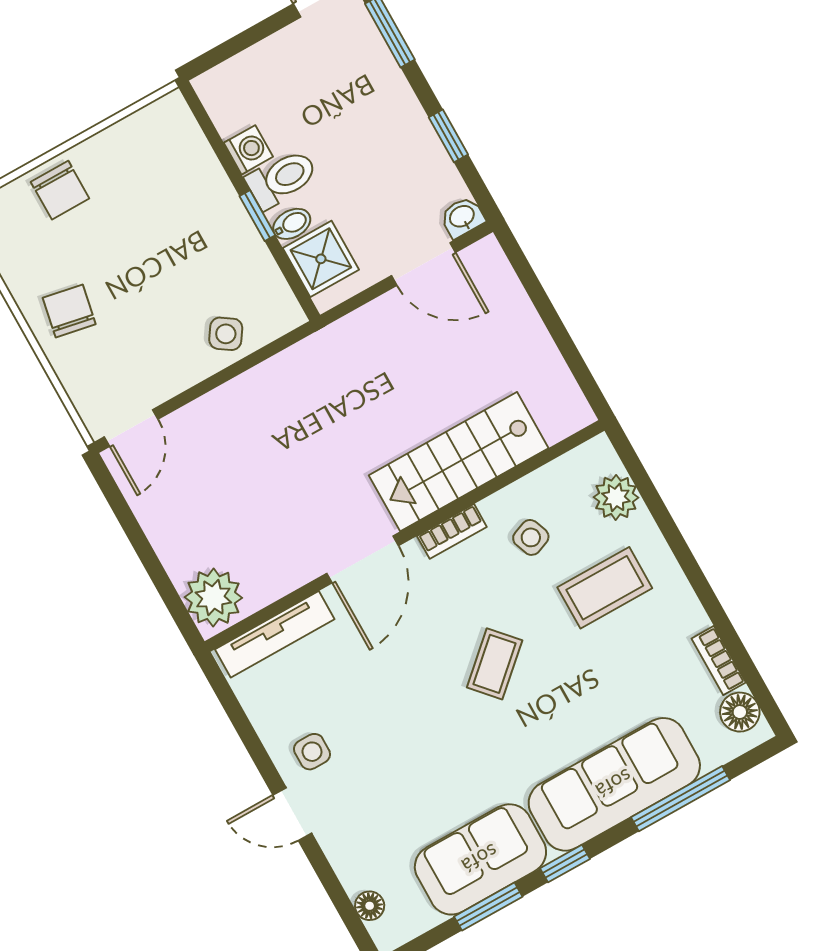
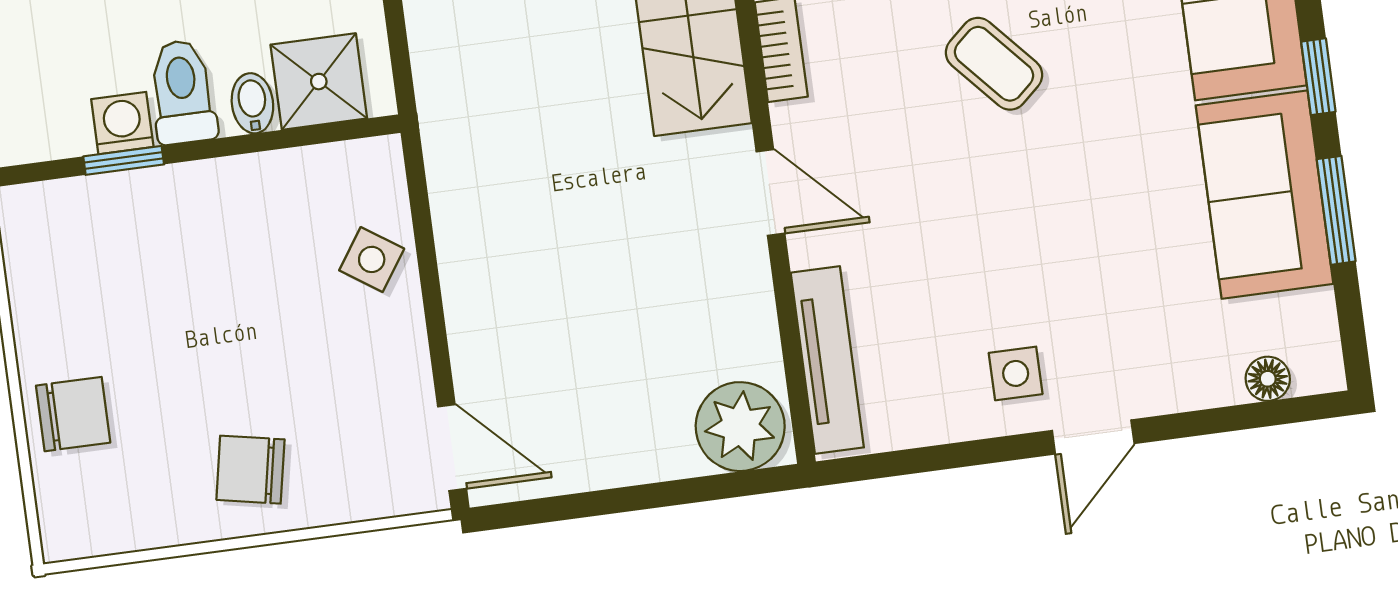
window: (257, 216) -> (124, 160), moved
door: (363, 559) -> (771, 193), width x0.73

